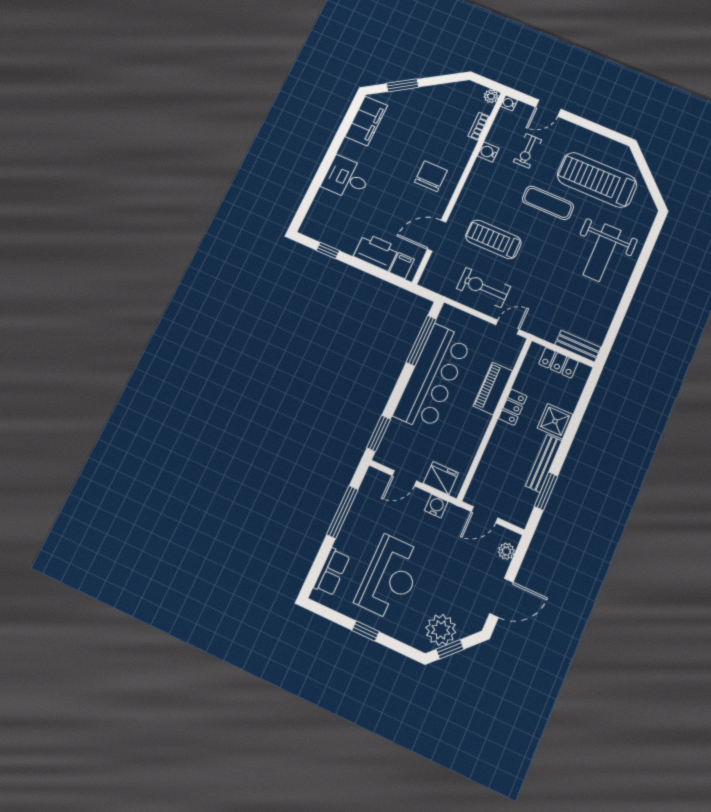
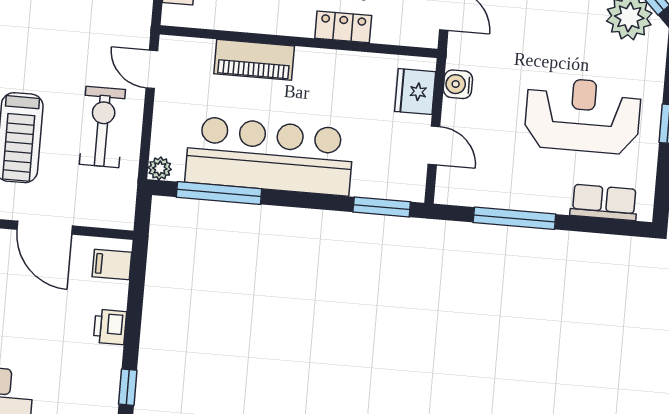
printer: (376, 252) -> (110, 327), width x0.53, depth x0.68
exercise bike: (483, 288) -> (102, 127), turned 180
plant: (448, 312) -> (160, 168), added
locker: (513, 407) -> (343, 27), moved

